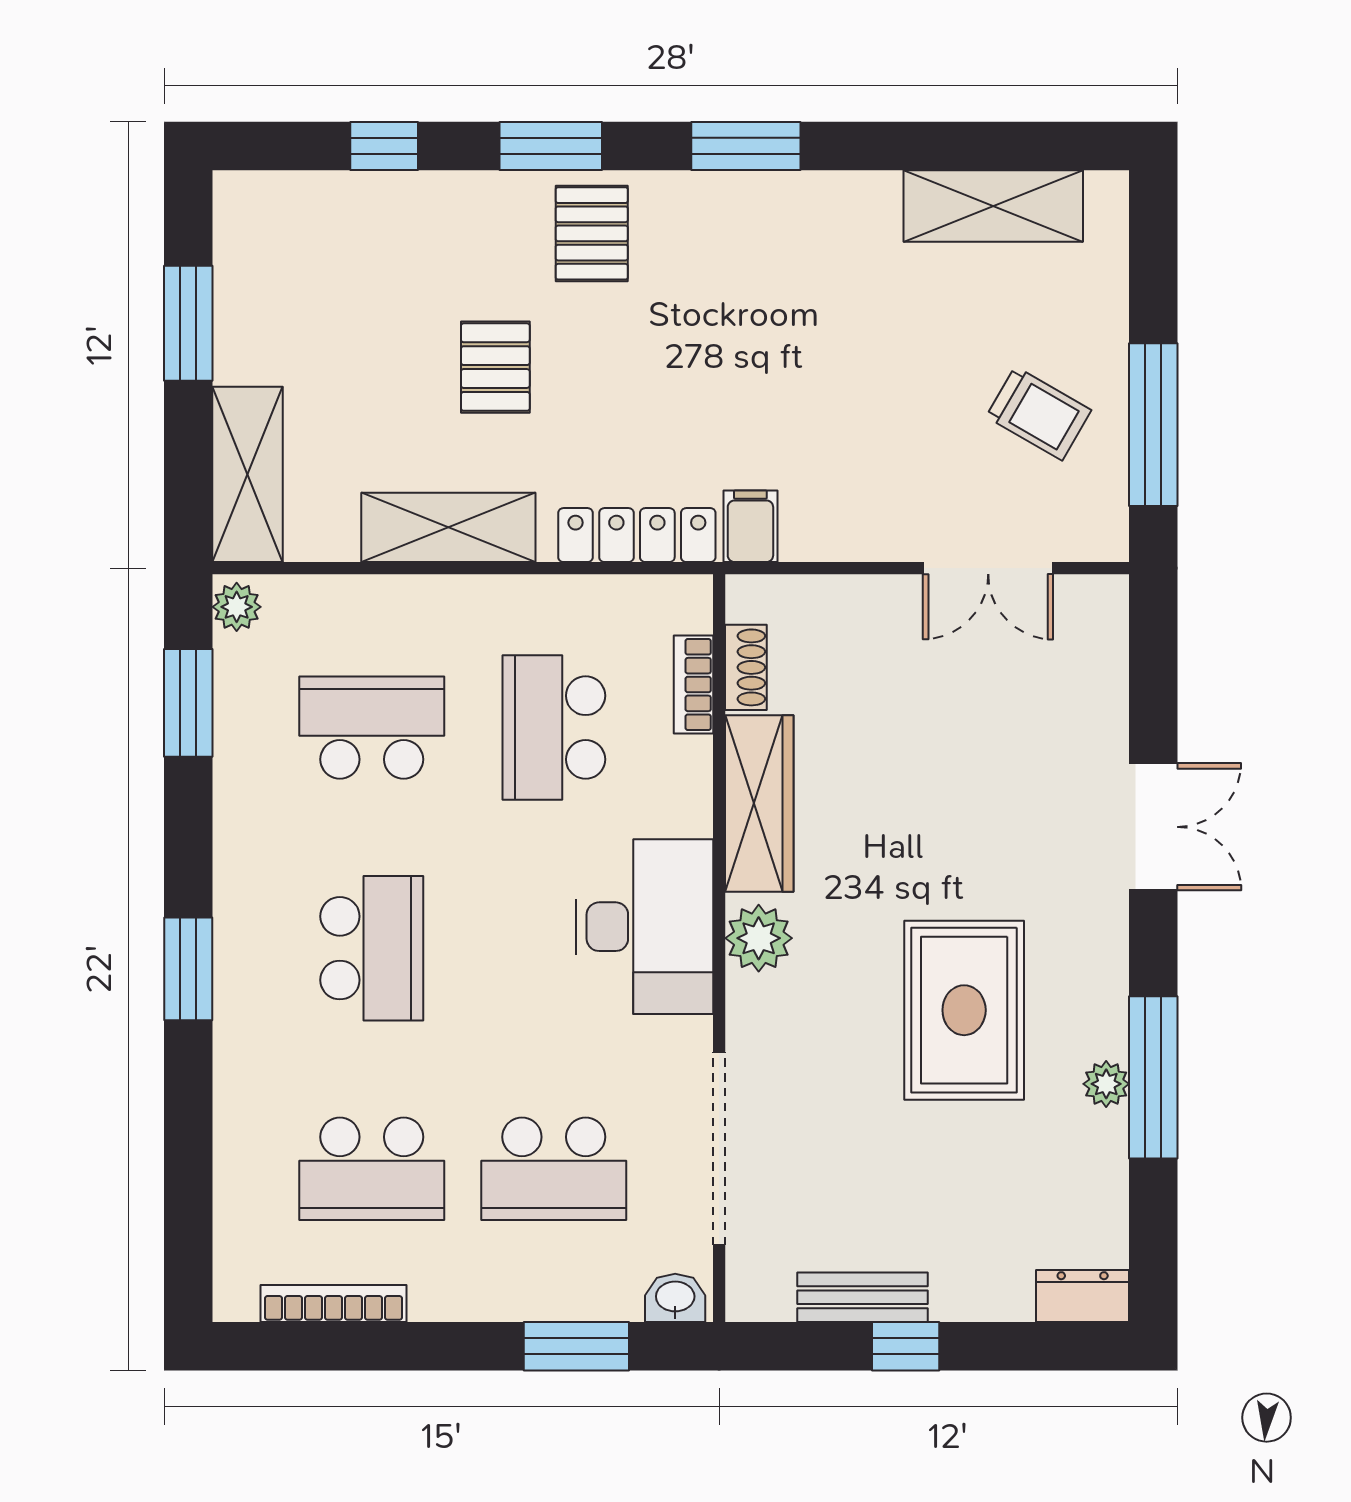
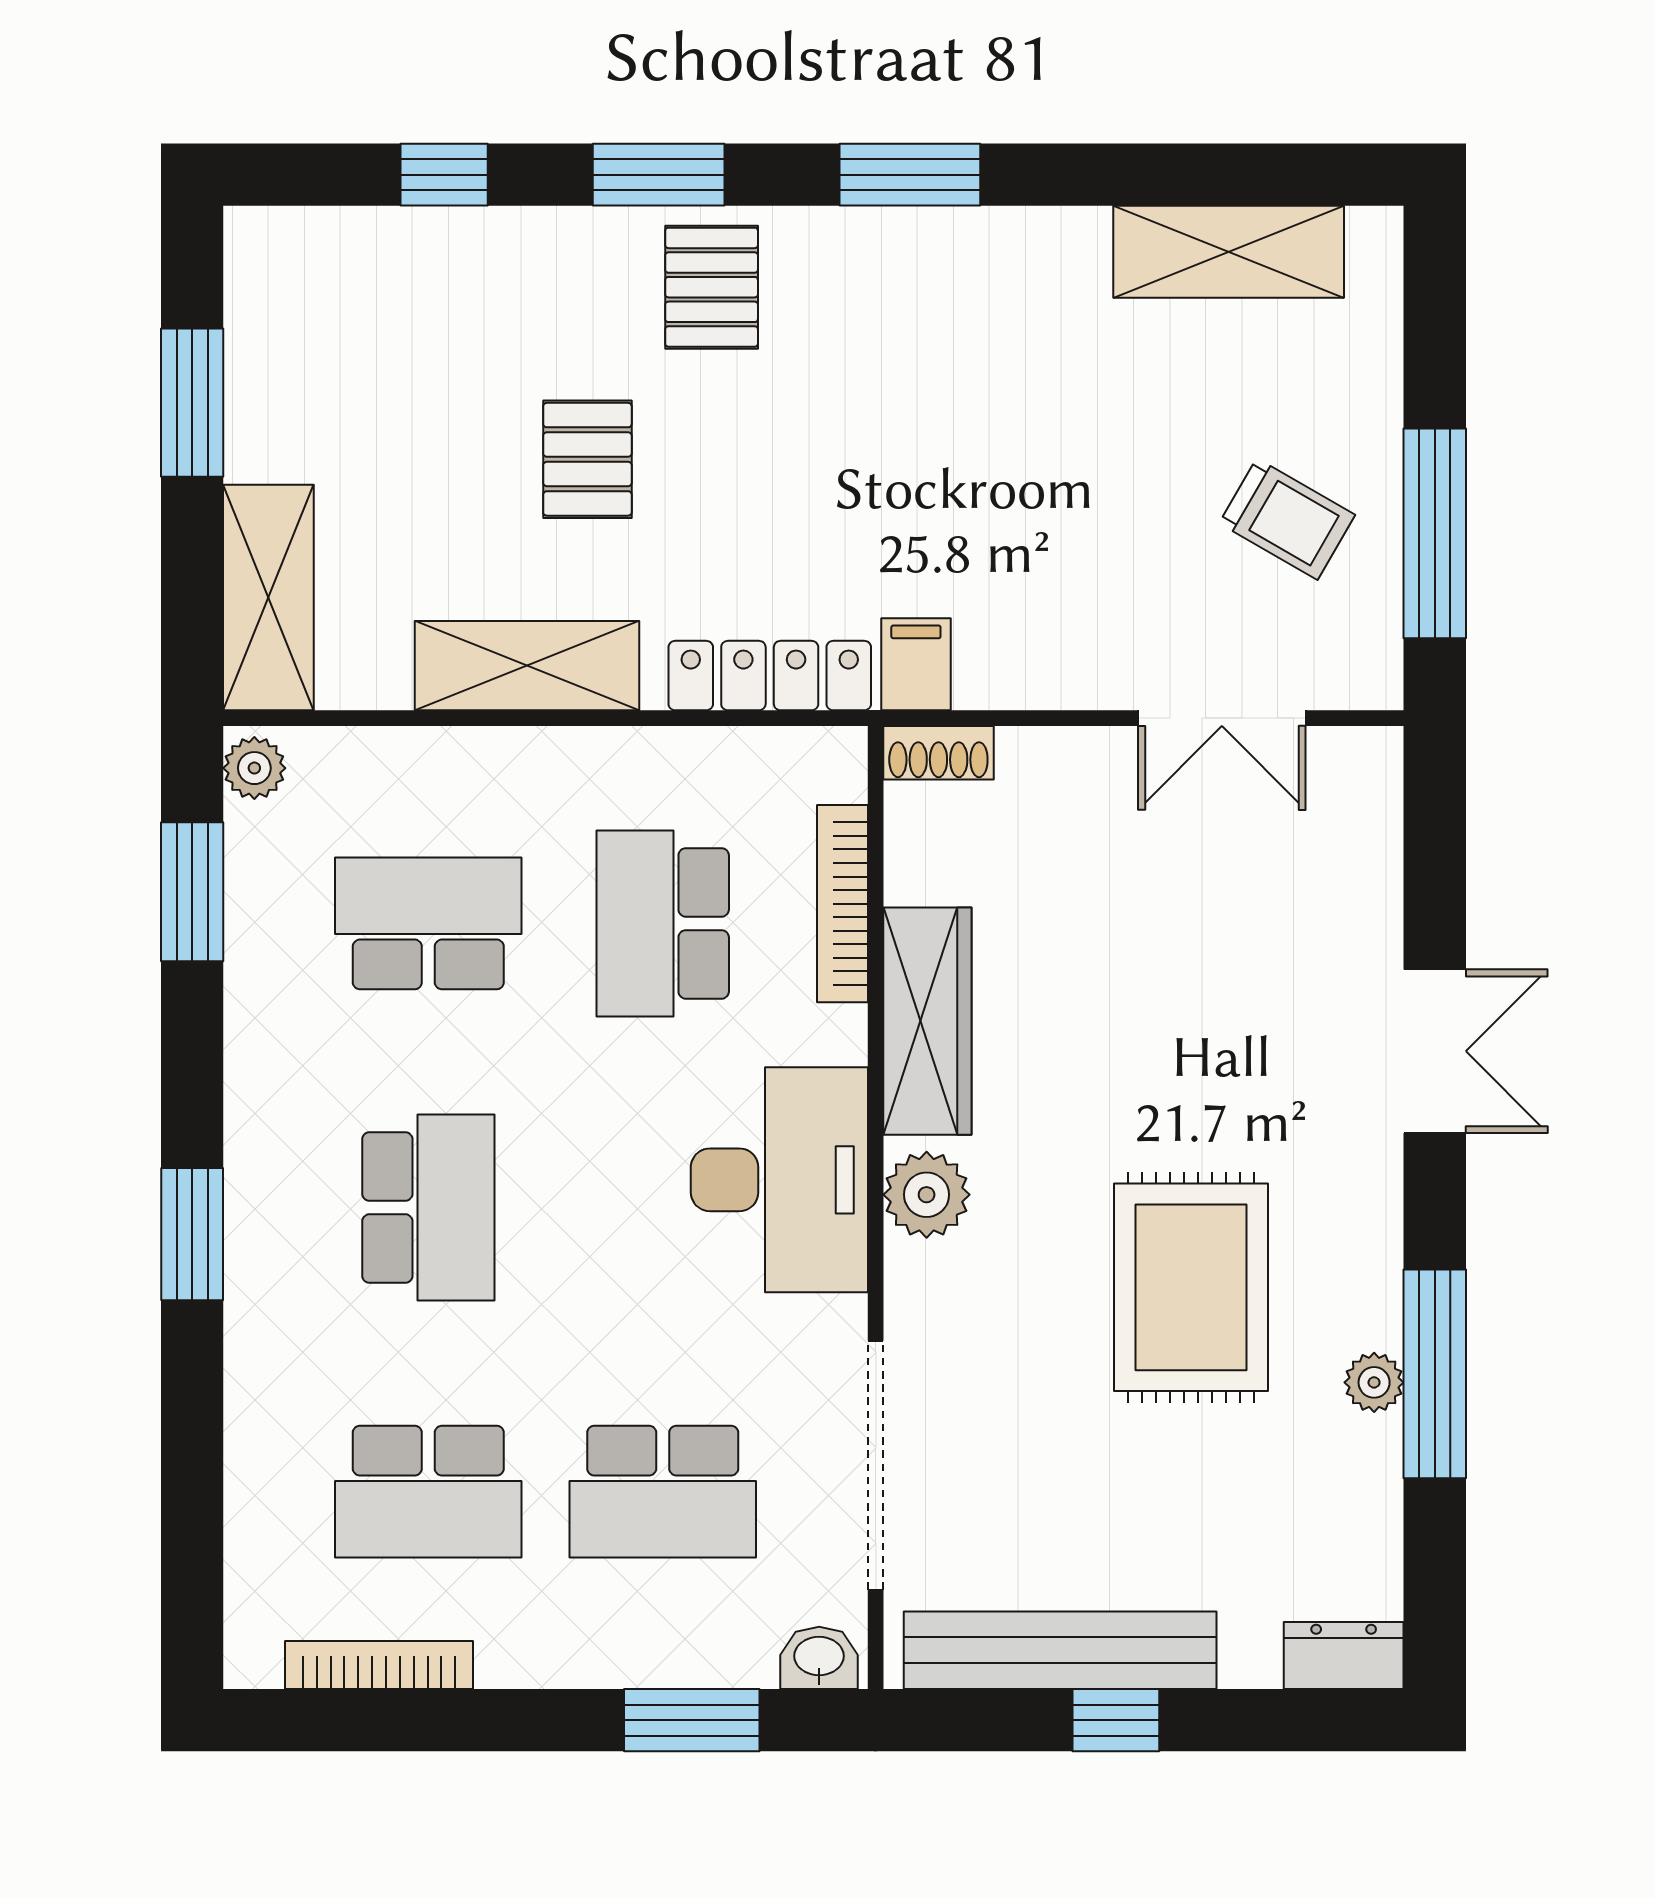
shoe rack: (746, 667) -> (938, 753), moved, turned 90
bookcase: (693, 685) -> (843, 904), width x1.56
bench: (862, 1297) -> (1060, 1650), width x1.86, depth x1.21

